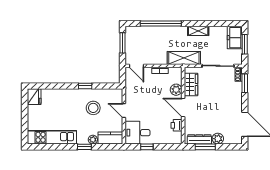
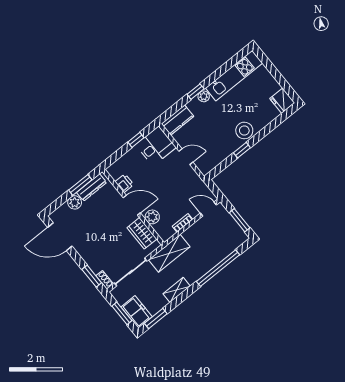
window: (226, 24) -> (156, 319), added
stool: (93, 108) -> (244, 130), moved
plant: (93, 140) -> (204, 96), moved

